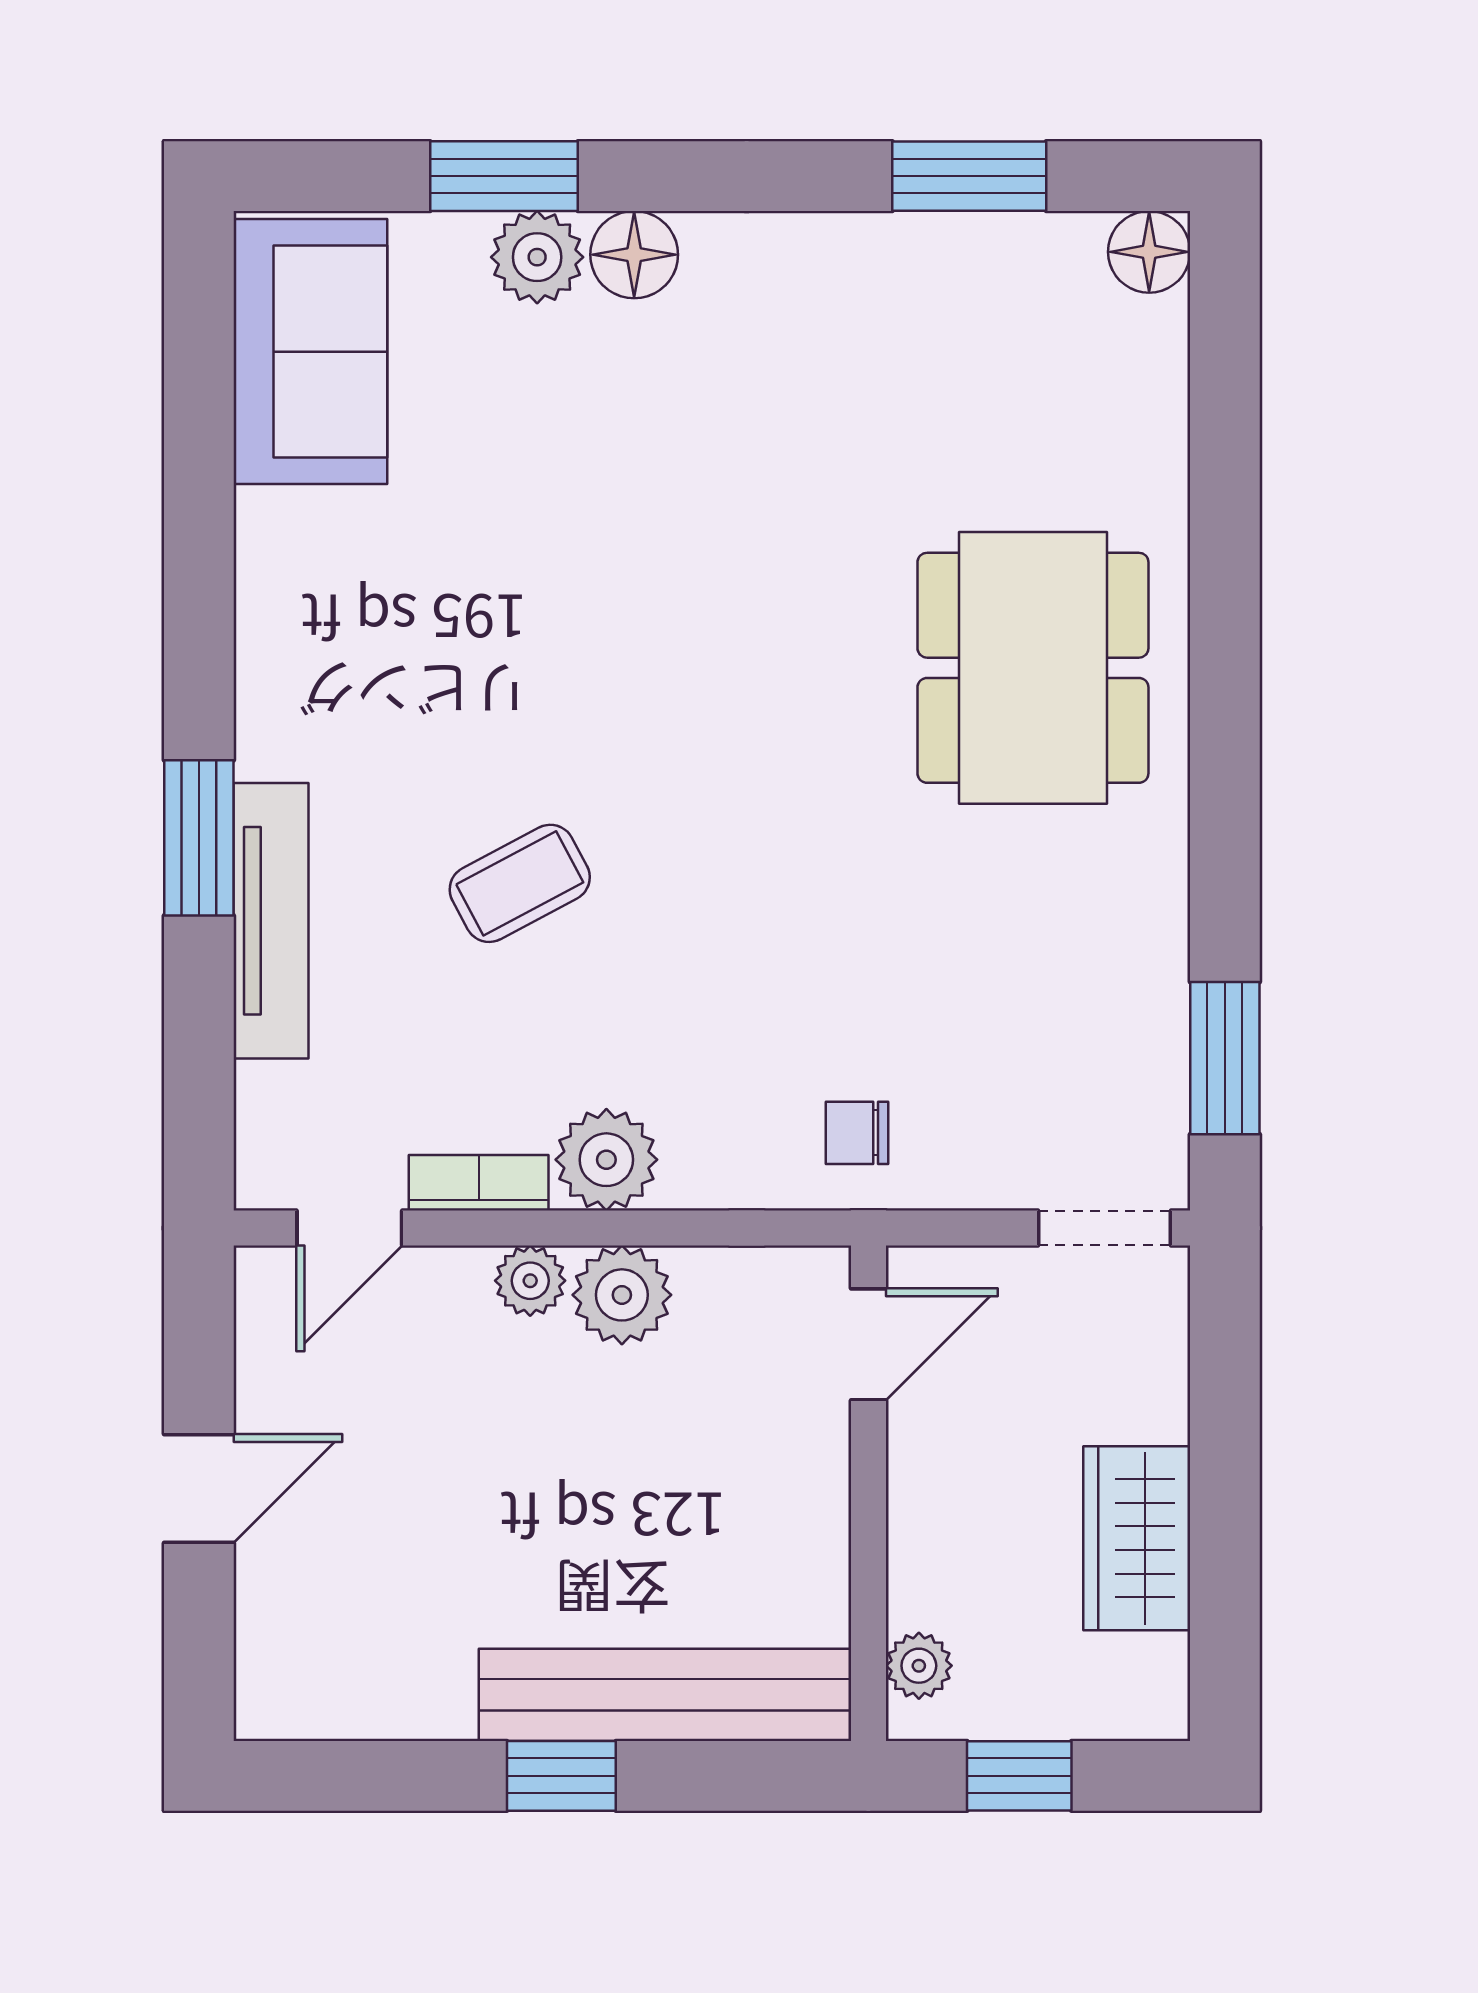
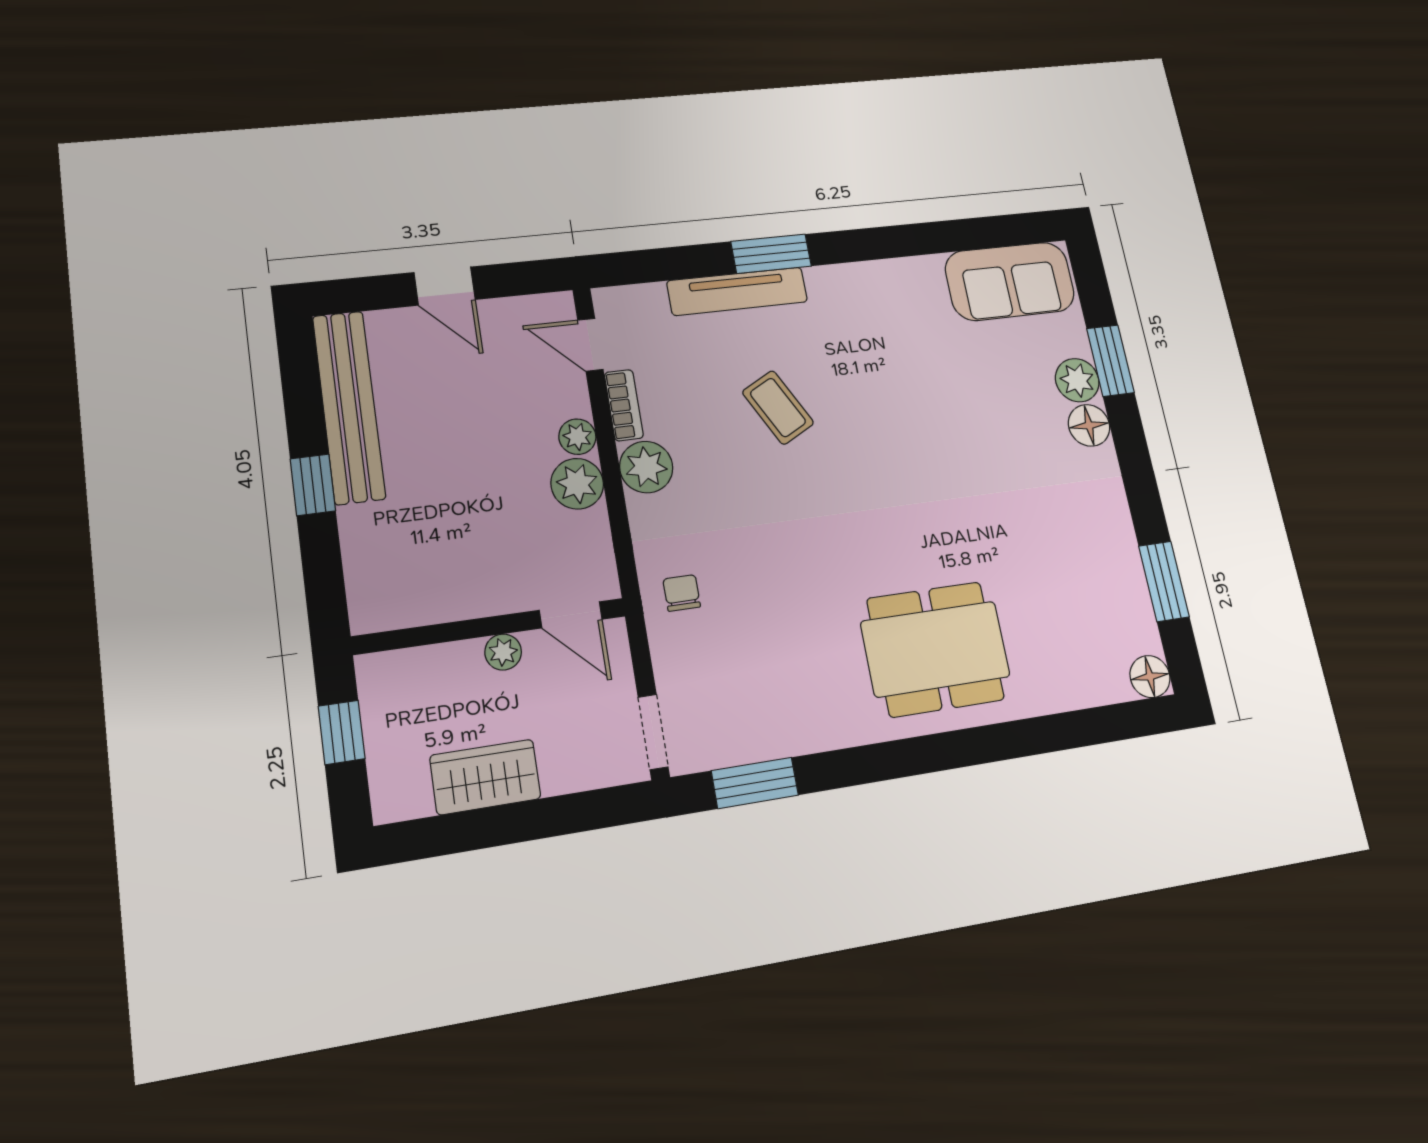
plant: (919, 1666) -> (503, 652), moved
bench: (665, 1695) -> (349, 407), moved

